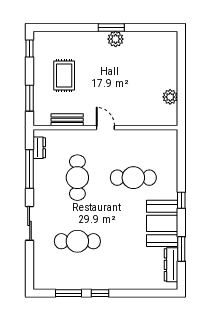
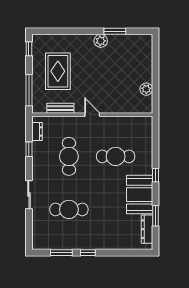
window: (111, 28) -> (115, 31), moved
rug: (64, 75) -> (58, 71), width x1.36, depth x1.43
window: (30, 98) -> (29, 90), width x1.44
window: (30, 169) -> (29, 149), width x0.46

